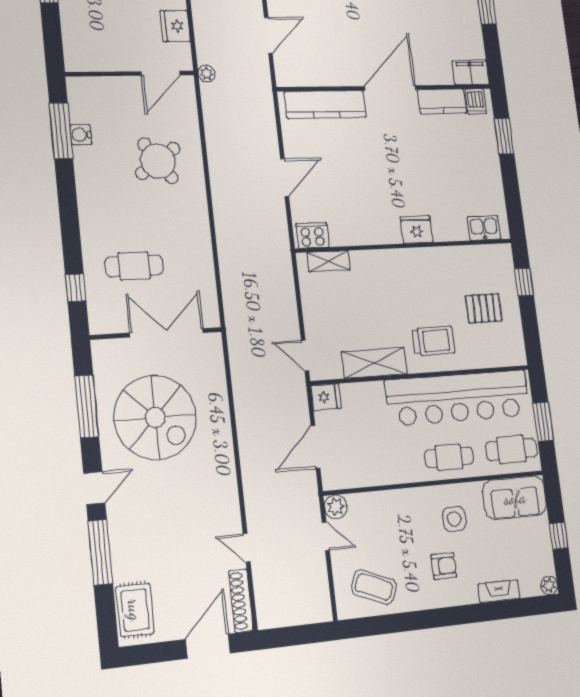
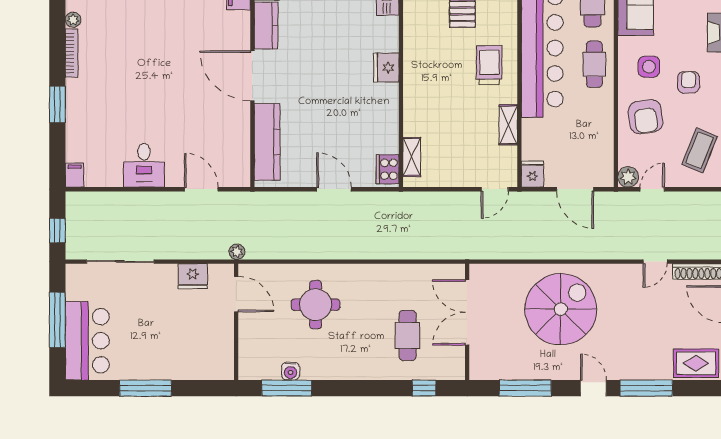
round table: (158, 161) -> (316, 305), turned 35
shelving: (374, 363) -> (508, 125), width x0.67, depth x0.75
spiral stairs: (155, 417) -> (561, 309), moved
armchair: (402, 520) -> (646, 117), added

